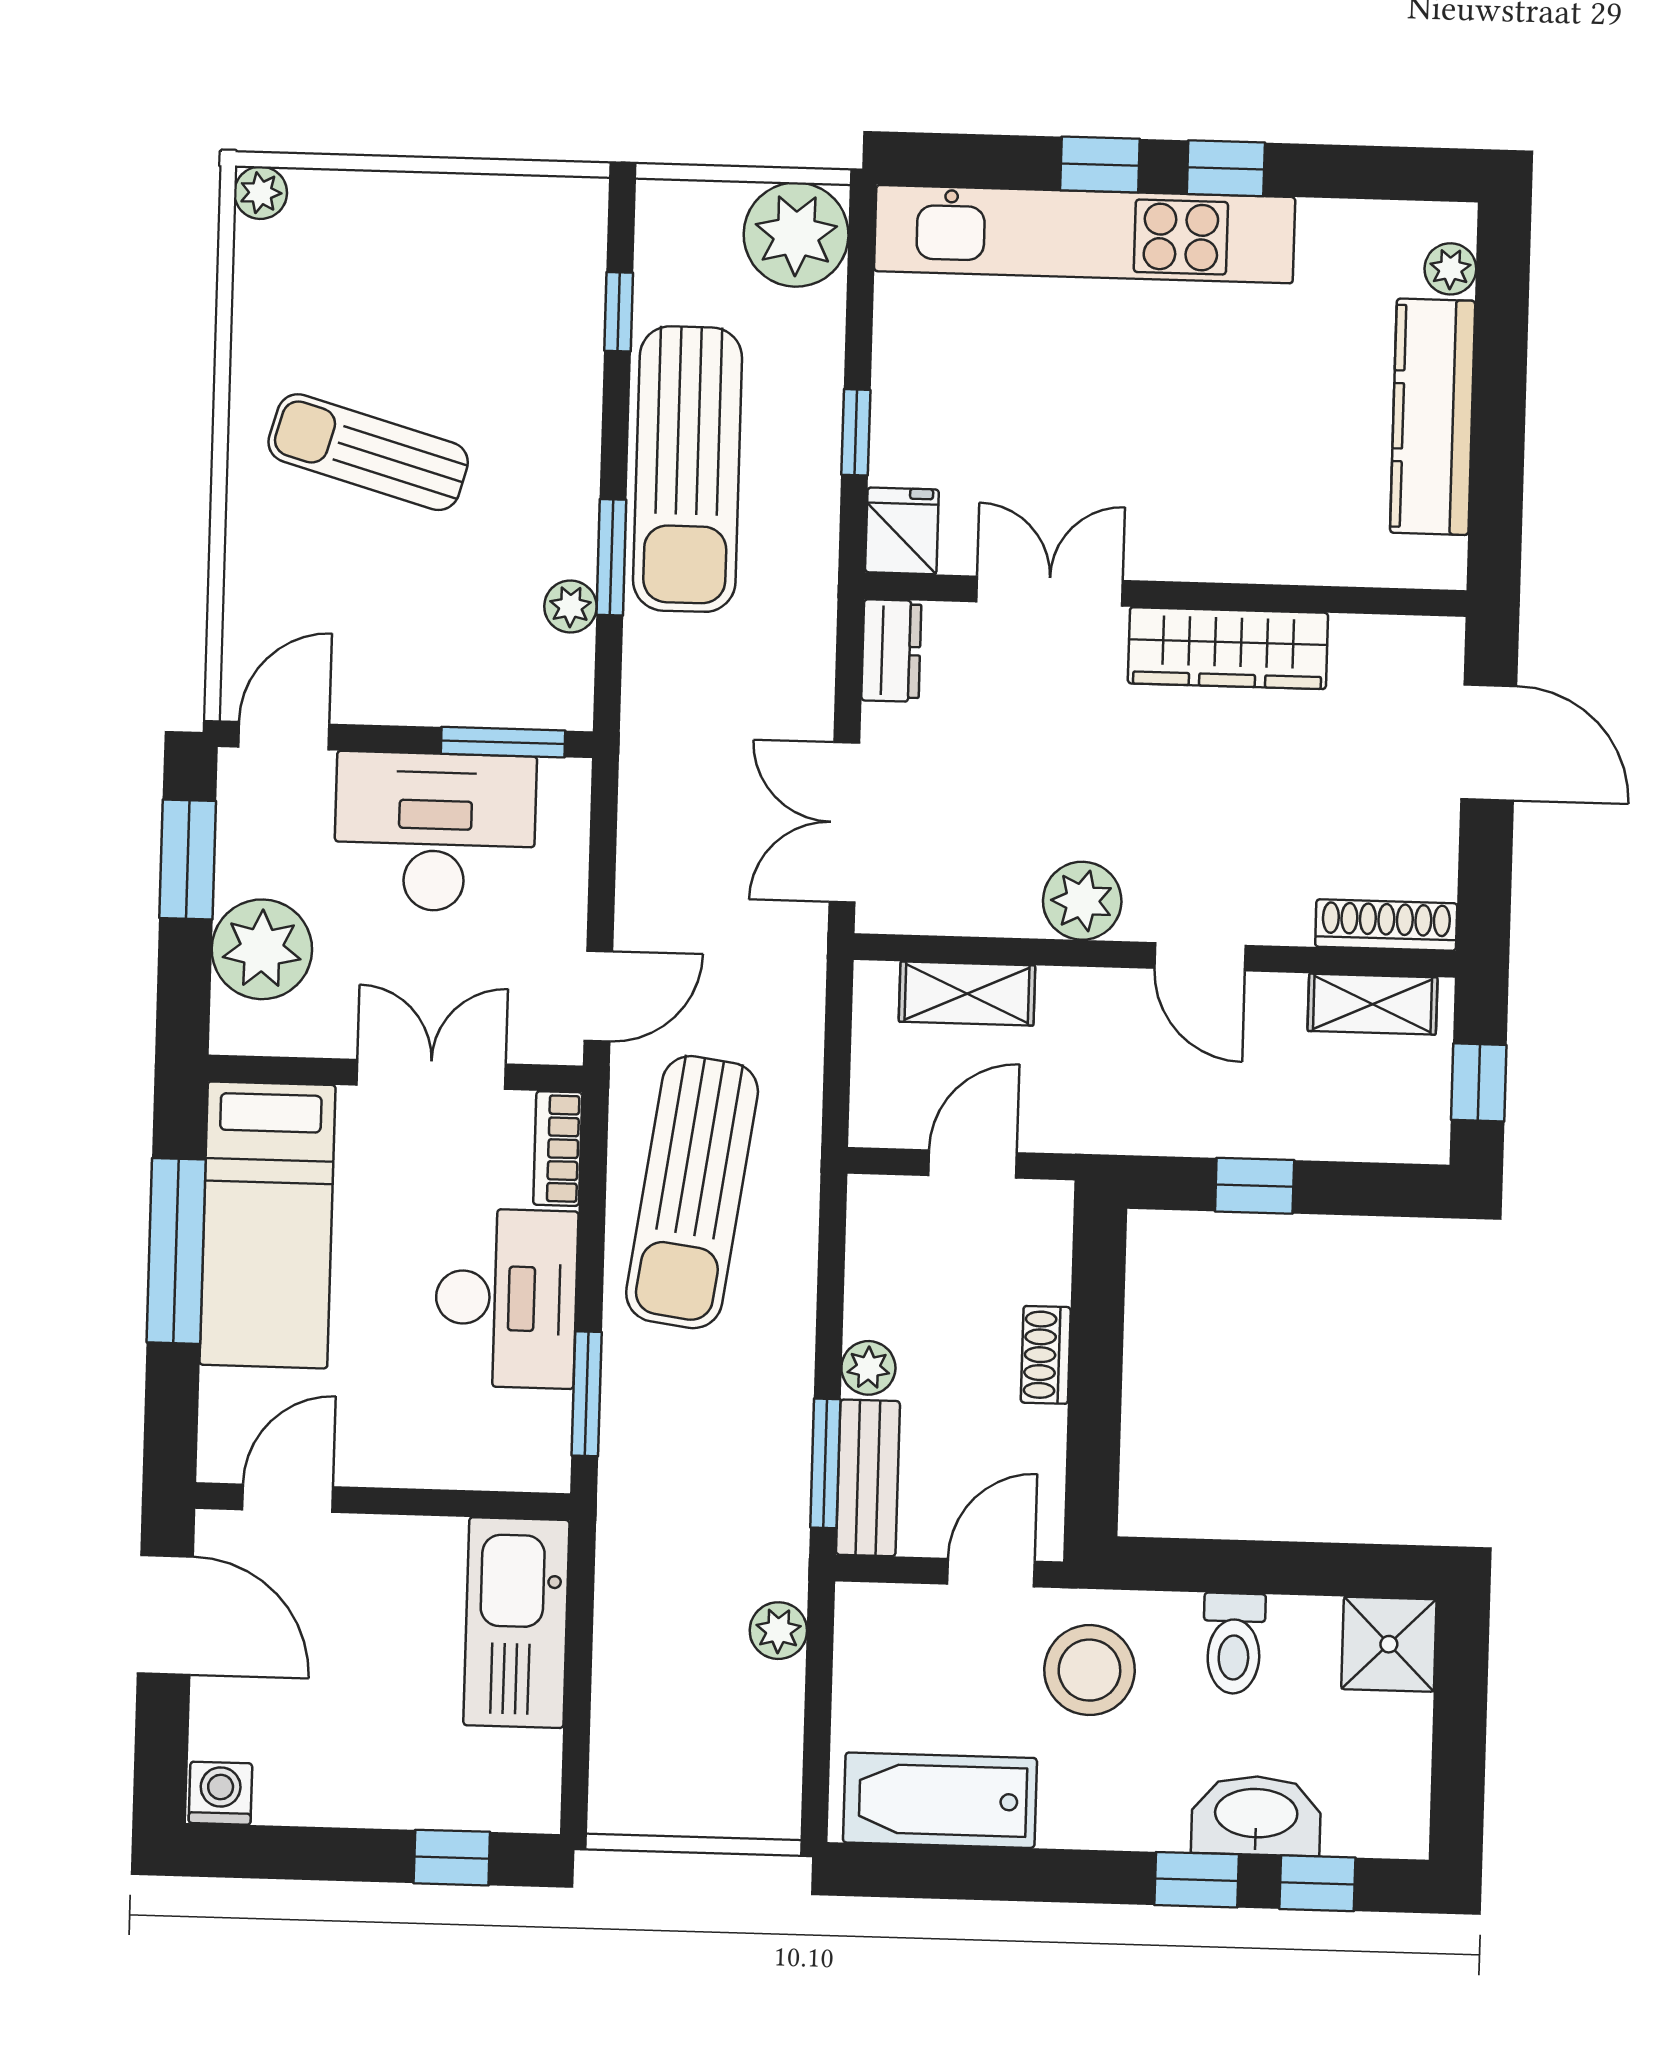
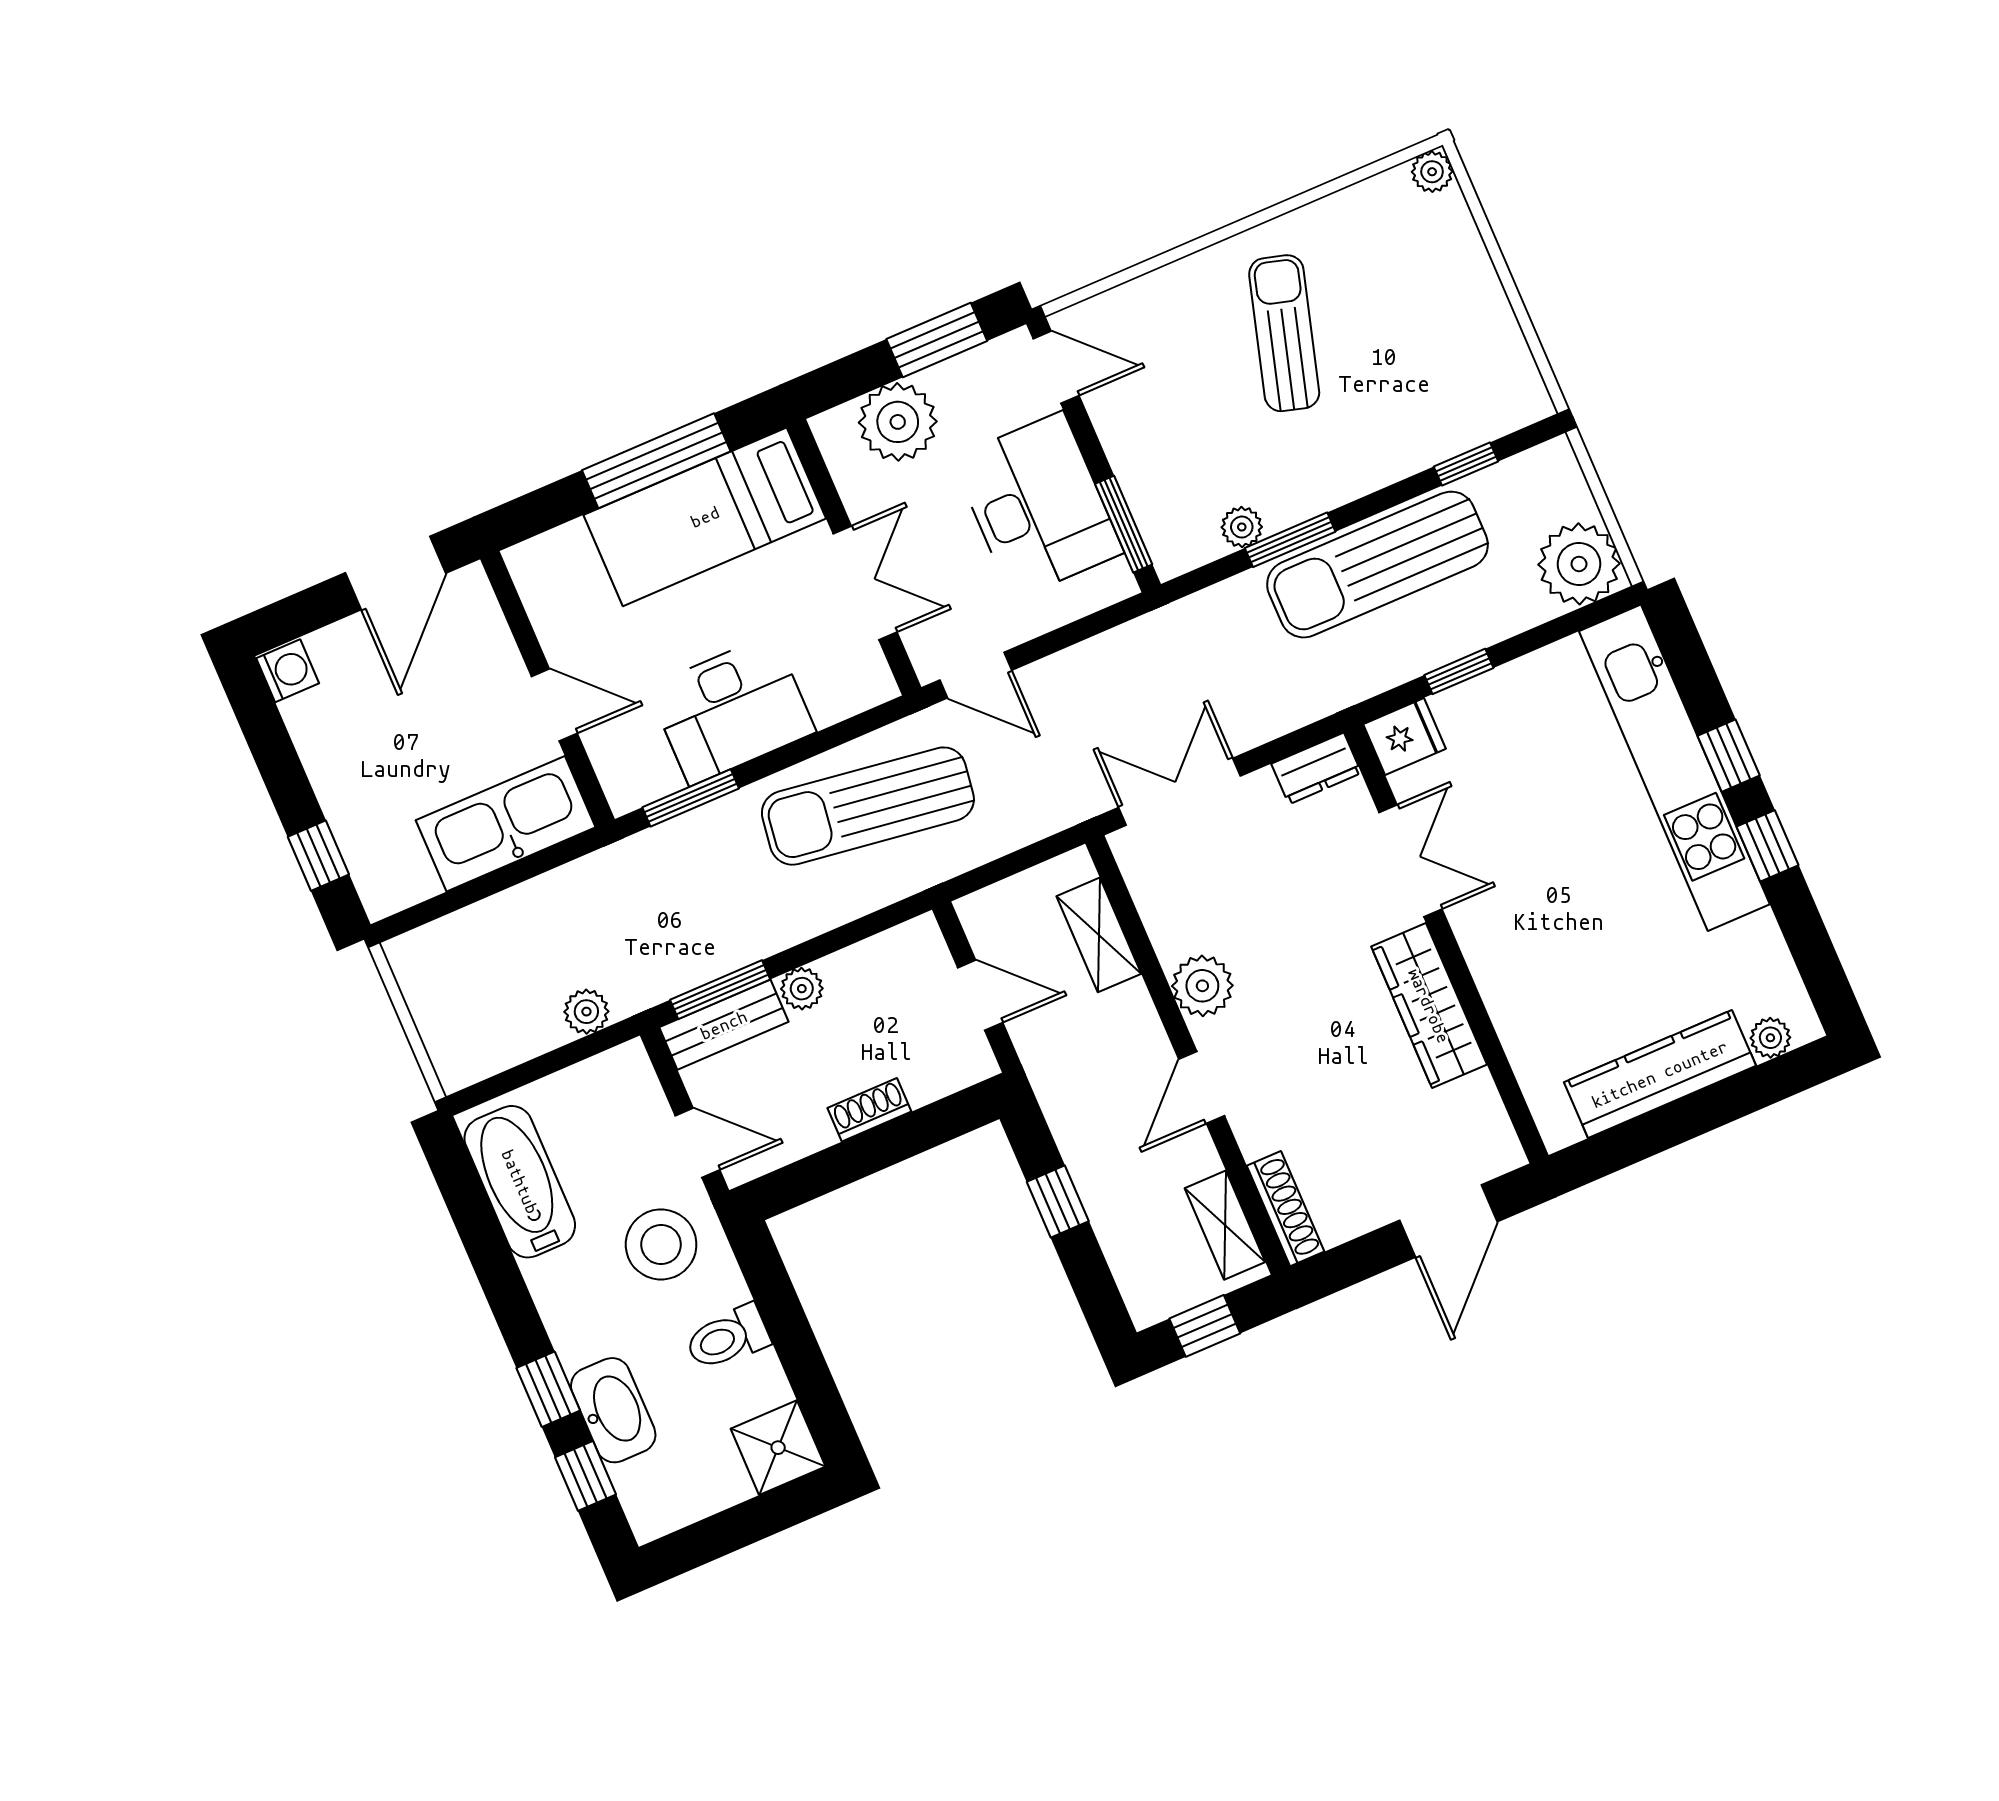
bookcase: (558, 1149) -> (854, 697), removed
door: (288, 1498) -> (554, 705), moved

